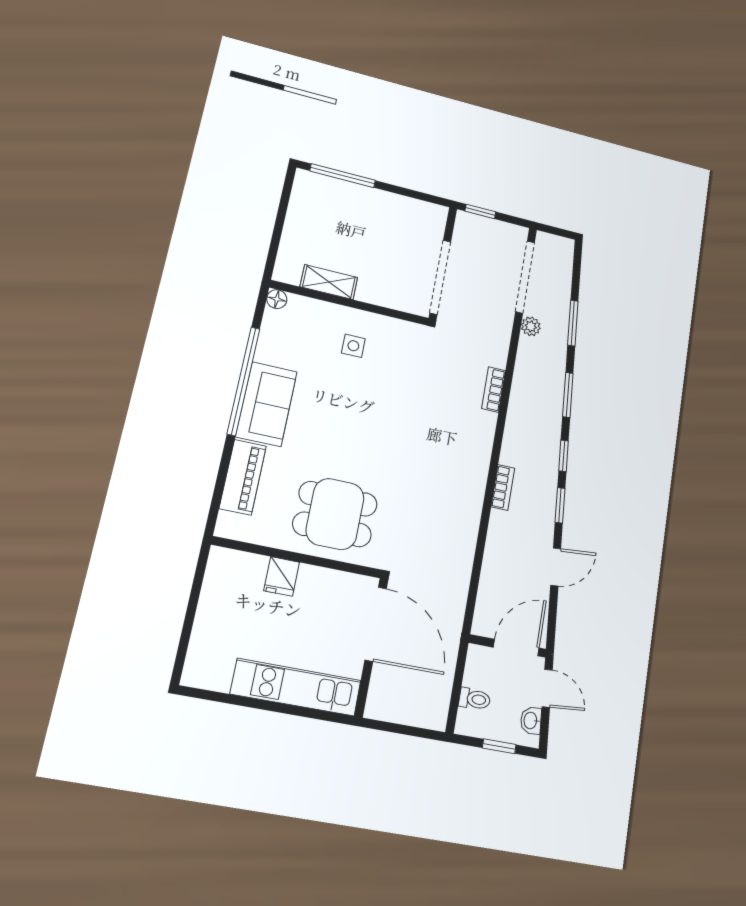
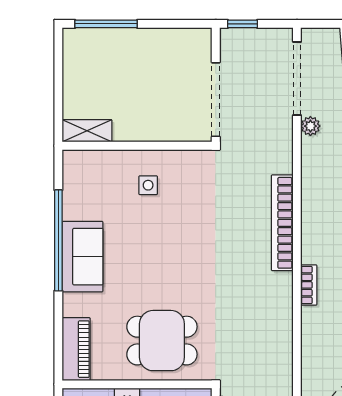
shelving: (329, 282) -> (87, 131), moved
floor lamp: (277, 299) -> (71, 159), removed
bookcase: (494, 390) -> (282, 223), width x2.31, depth x1.31
piano: (243, 477) -> (76, 349), moved

